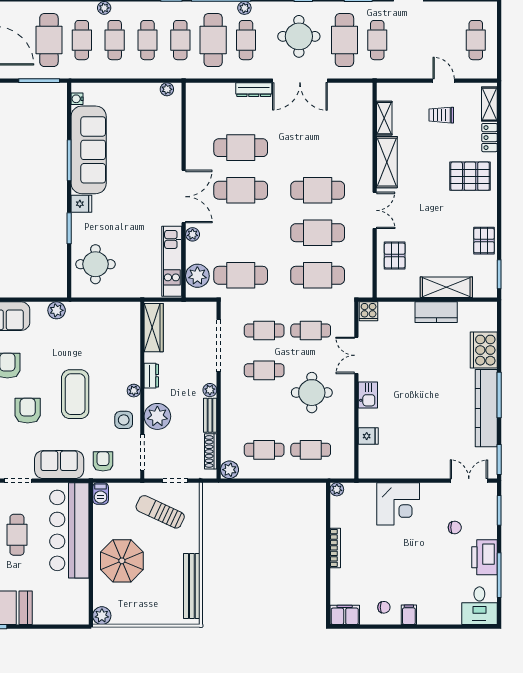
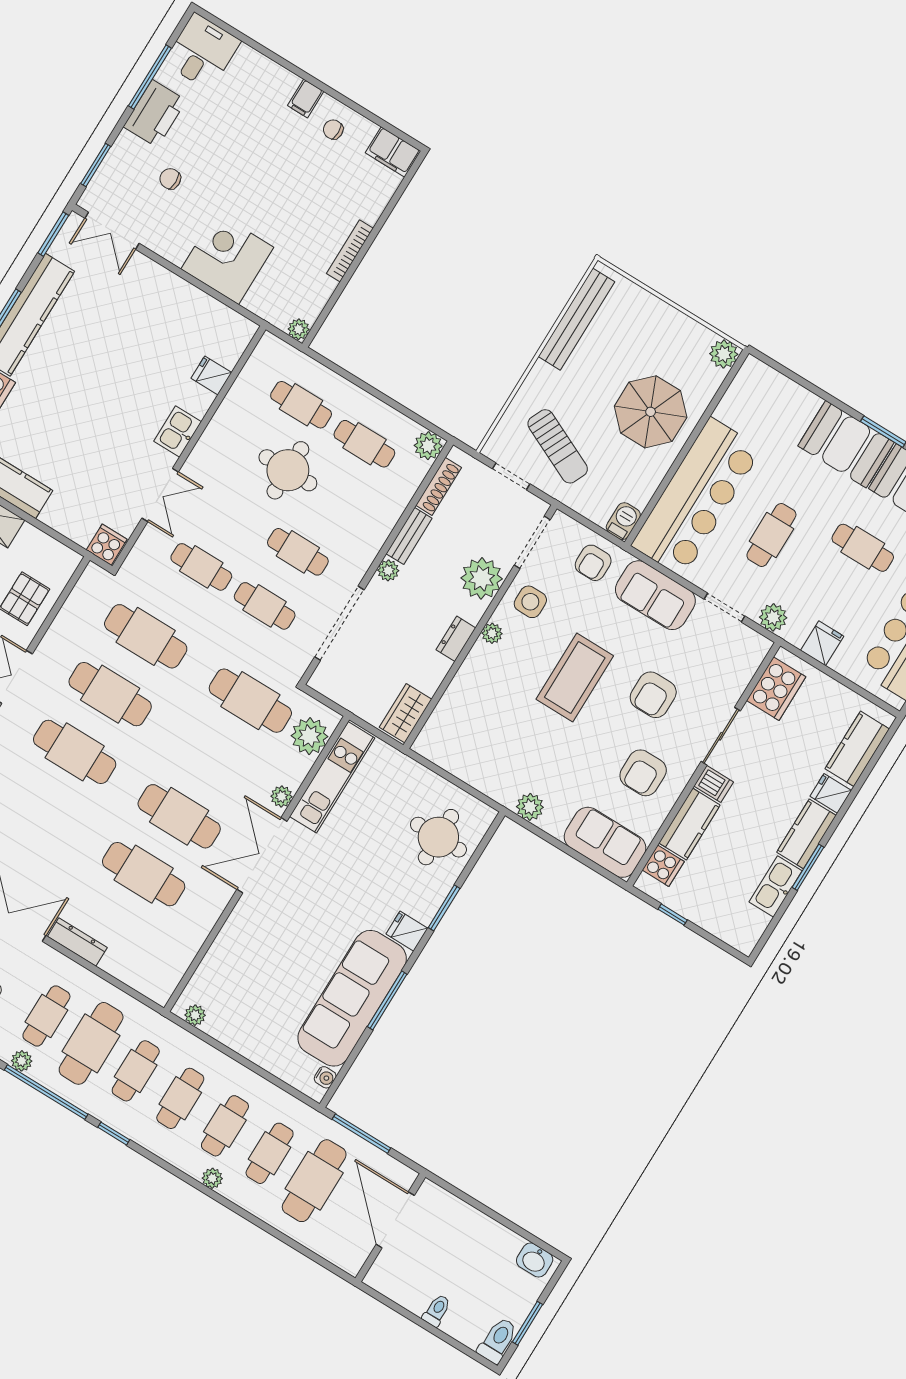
wardrobe: (154, 328) -> (406, 713), width x0.67
round table: (312, 393) -> (288, 470), moved

